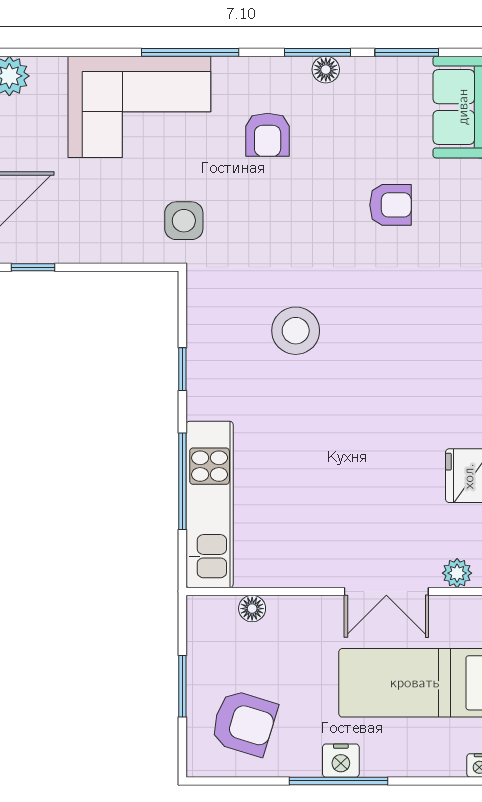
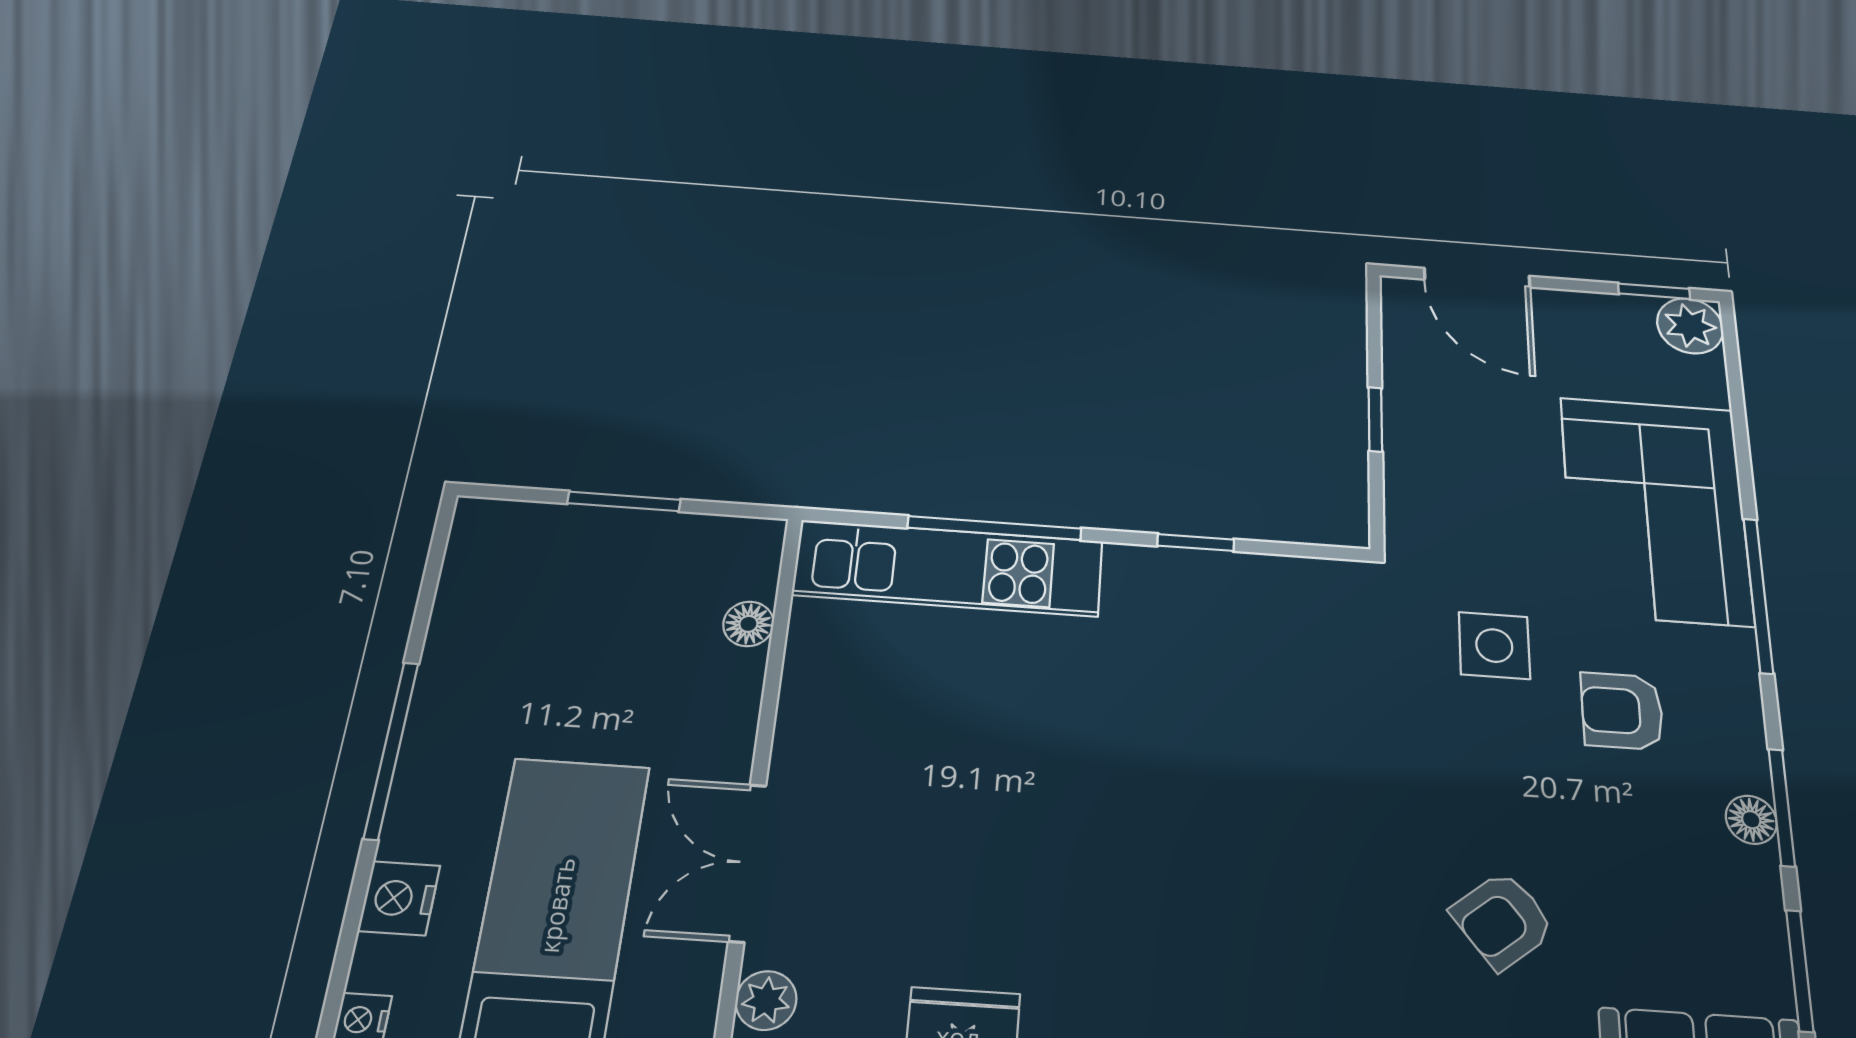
armchair: (390, 205) -> (1503, 920), turned 52
side table: (184, 221) -> (1494, 646), moved
window: (33, 267) -> (1375, 419), moved
stool: (296, 331) -> (1261, 734), removed
armchair: (244, 723) -> (537, 595), removed
nightstand: (341, 761) -> (399, 898), moved

